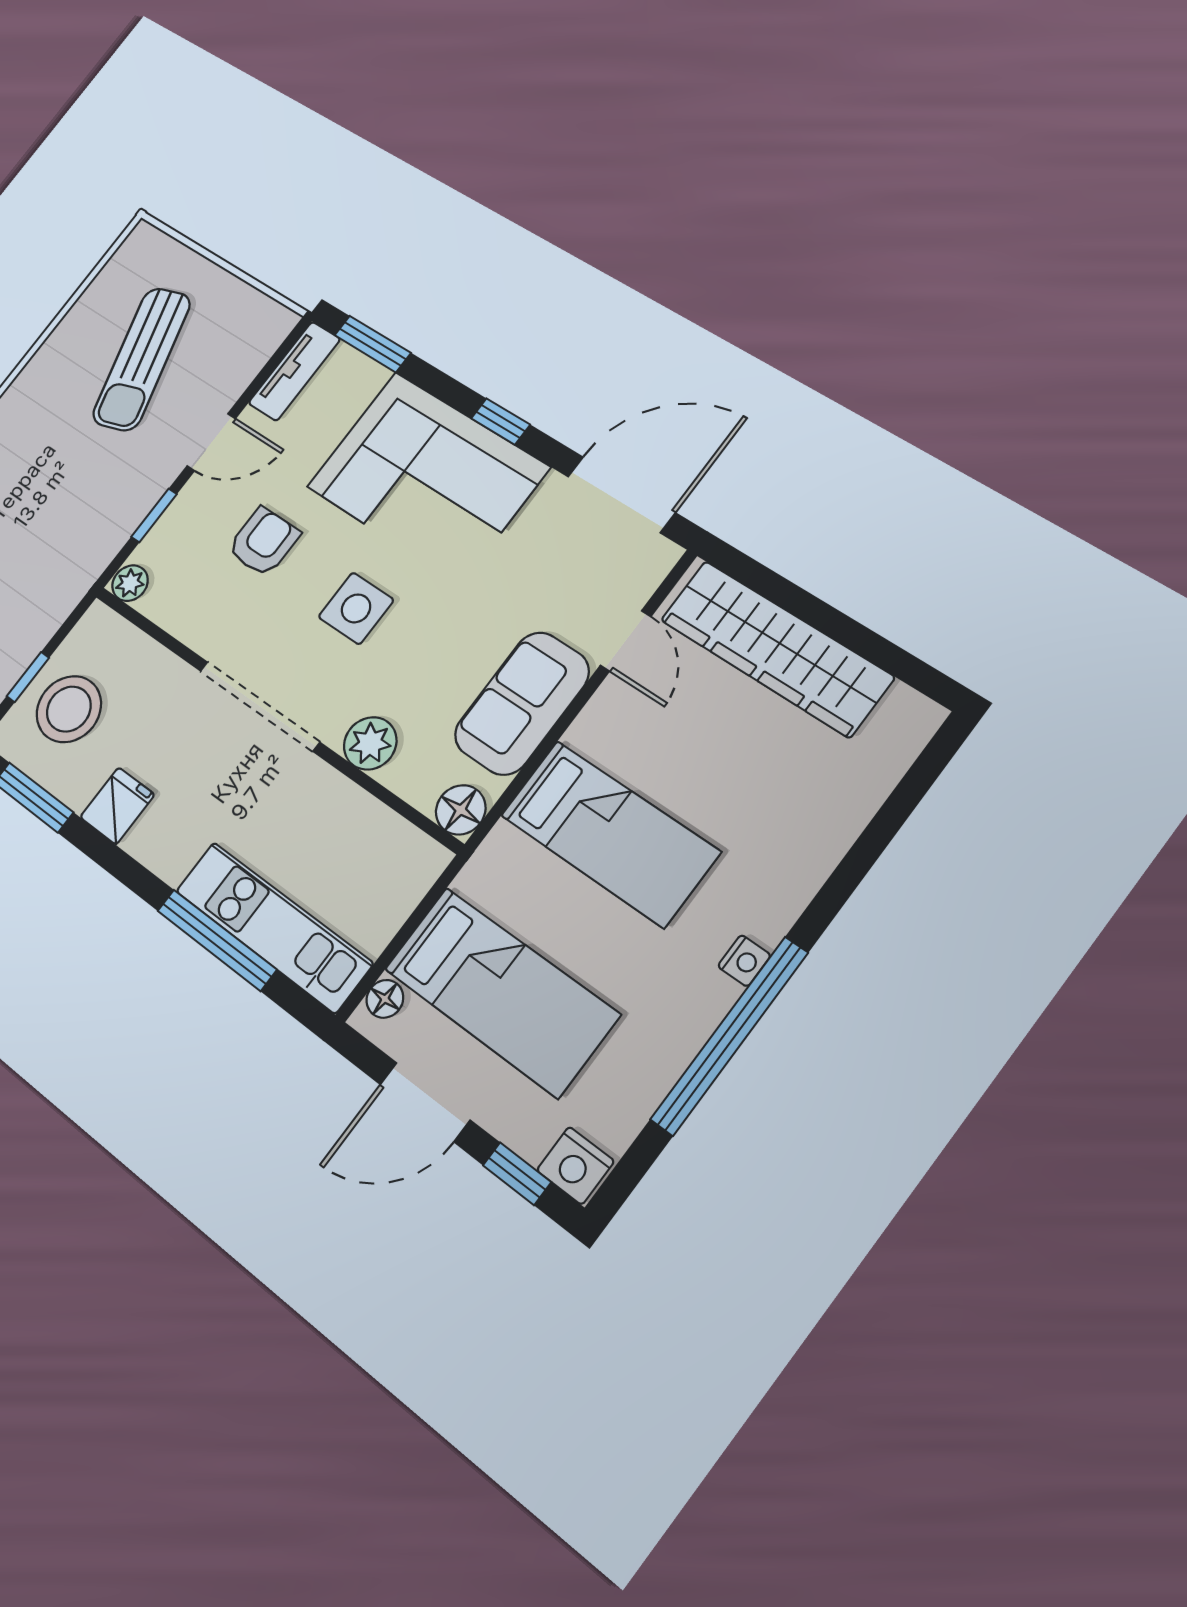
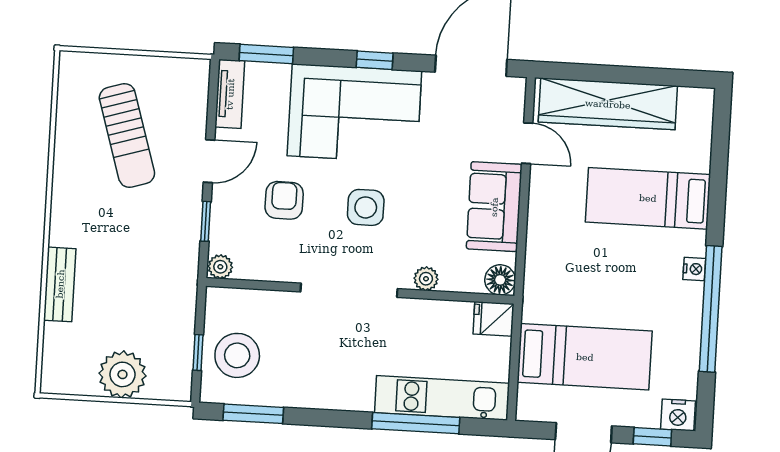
plant: (370, 743) -> (426, 279), width x0.73, depth x0.73
fridge: (117, 806) -> (494, 319), moved, turned -90
bed: (610, 833) -> (648, 198), moved, turned 180
floor lamp: (385, 999) -> (528, 397), removed

